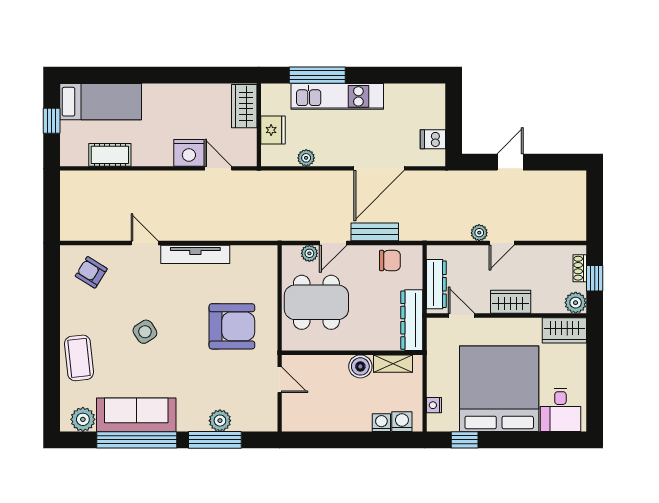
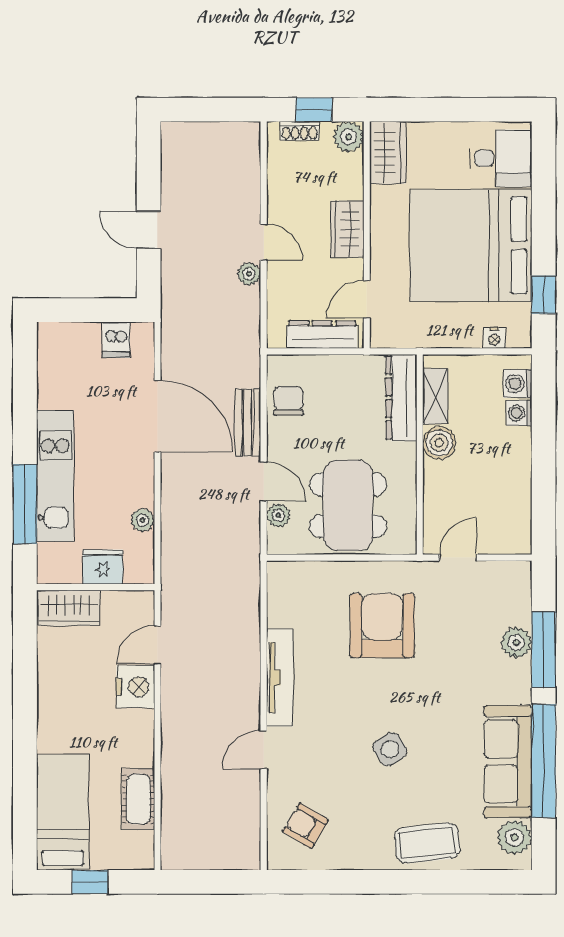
armchair: (91, 272) -> (305, 826), turned 89
dresser: (412, 320) -> (401, 398), moved, turned 90

